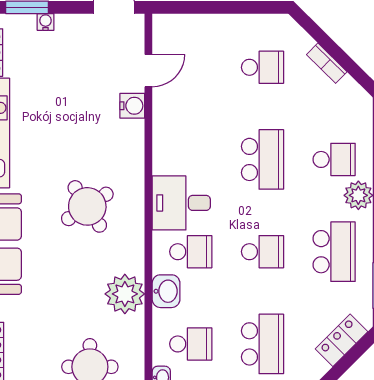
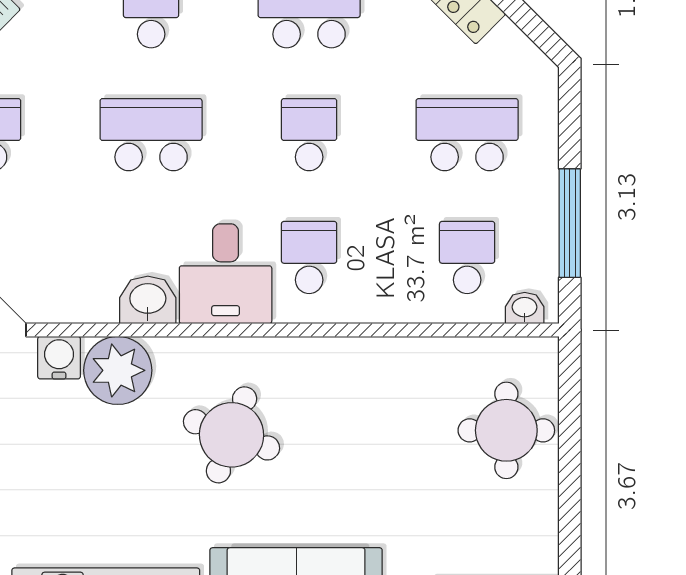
round table: (87, 206) -> (231, 435), turned -37
washbasin: (166, 291) -> (148, 300), moved
plant: (125, 294) -> (118, 370), moved

